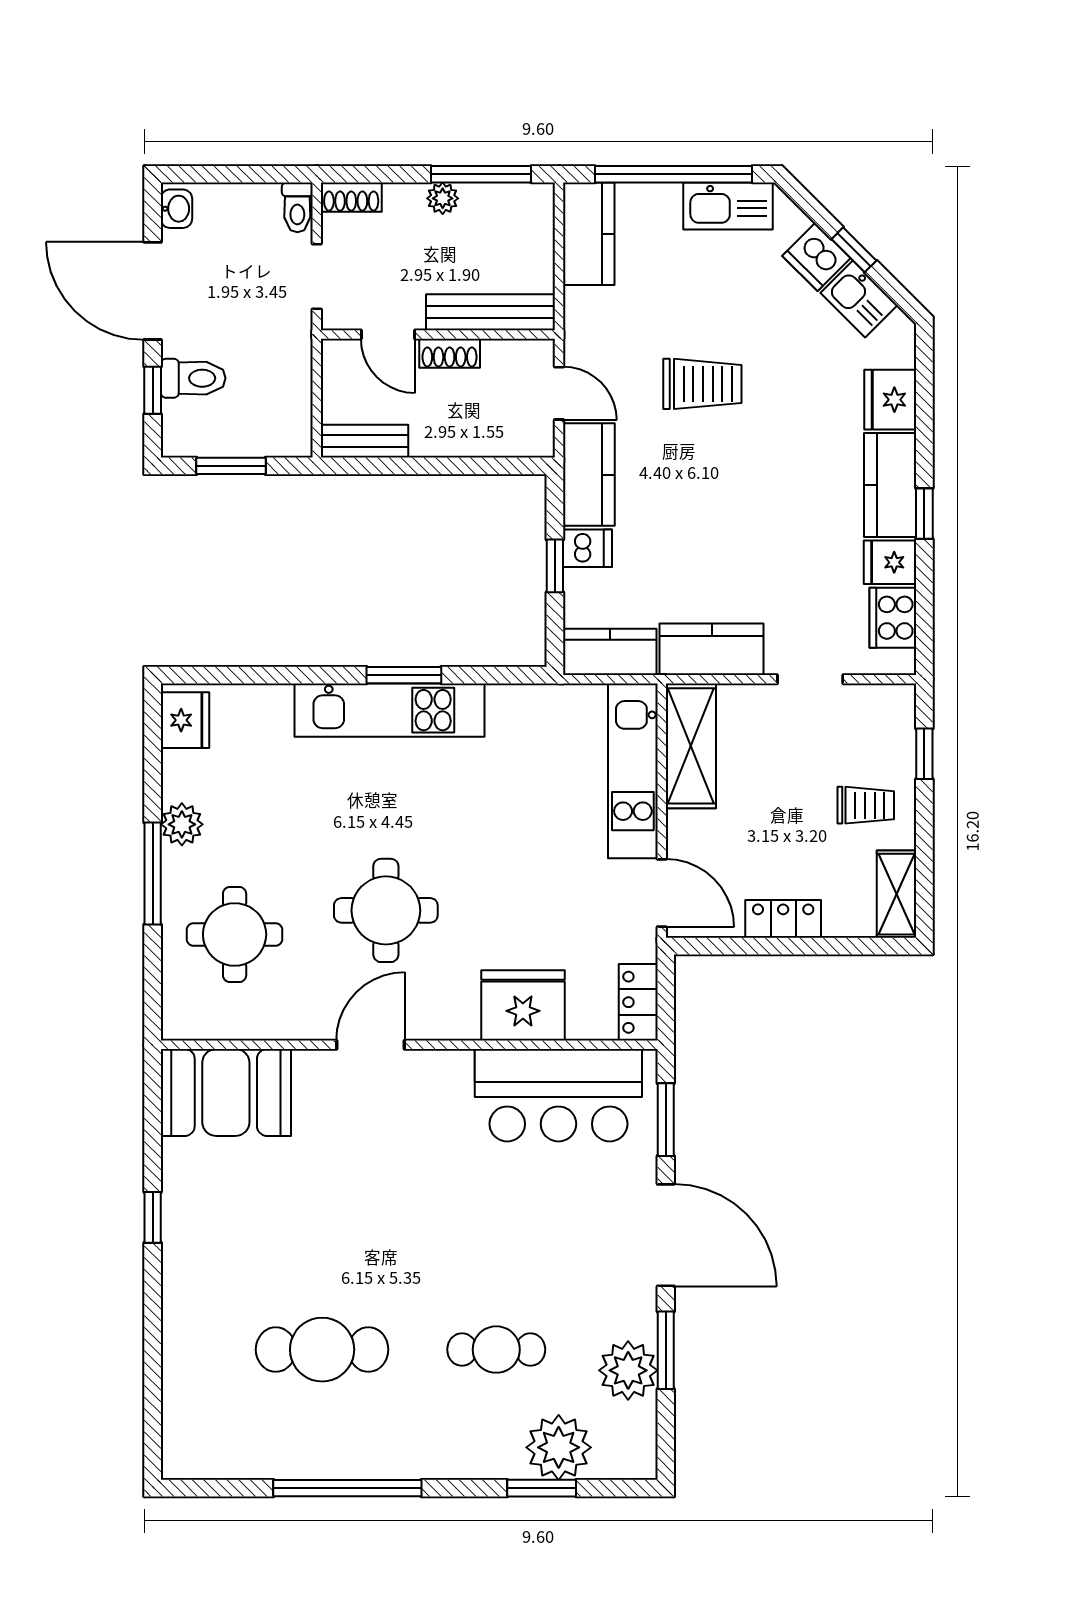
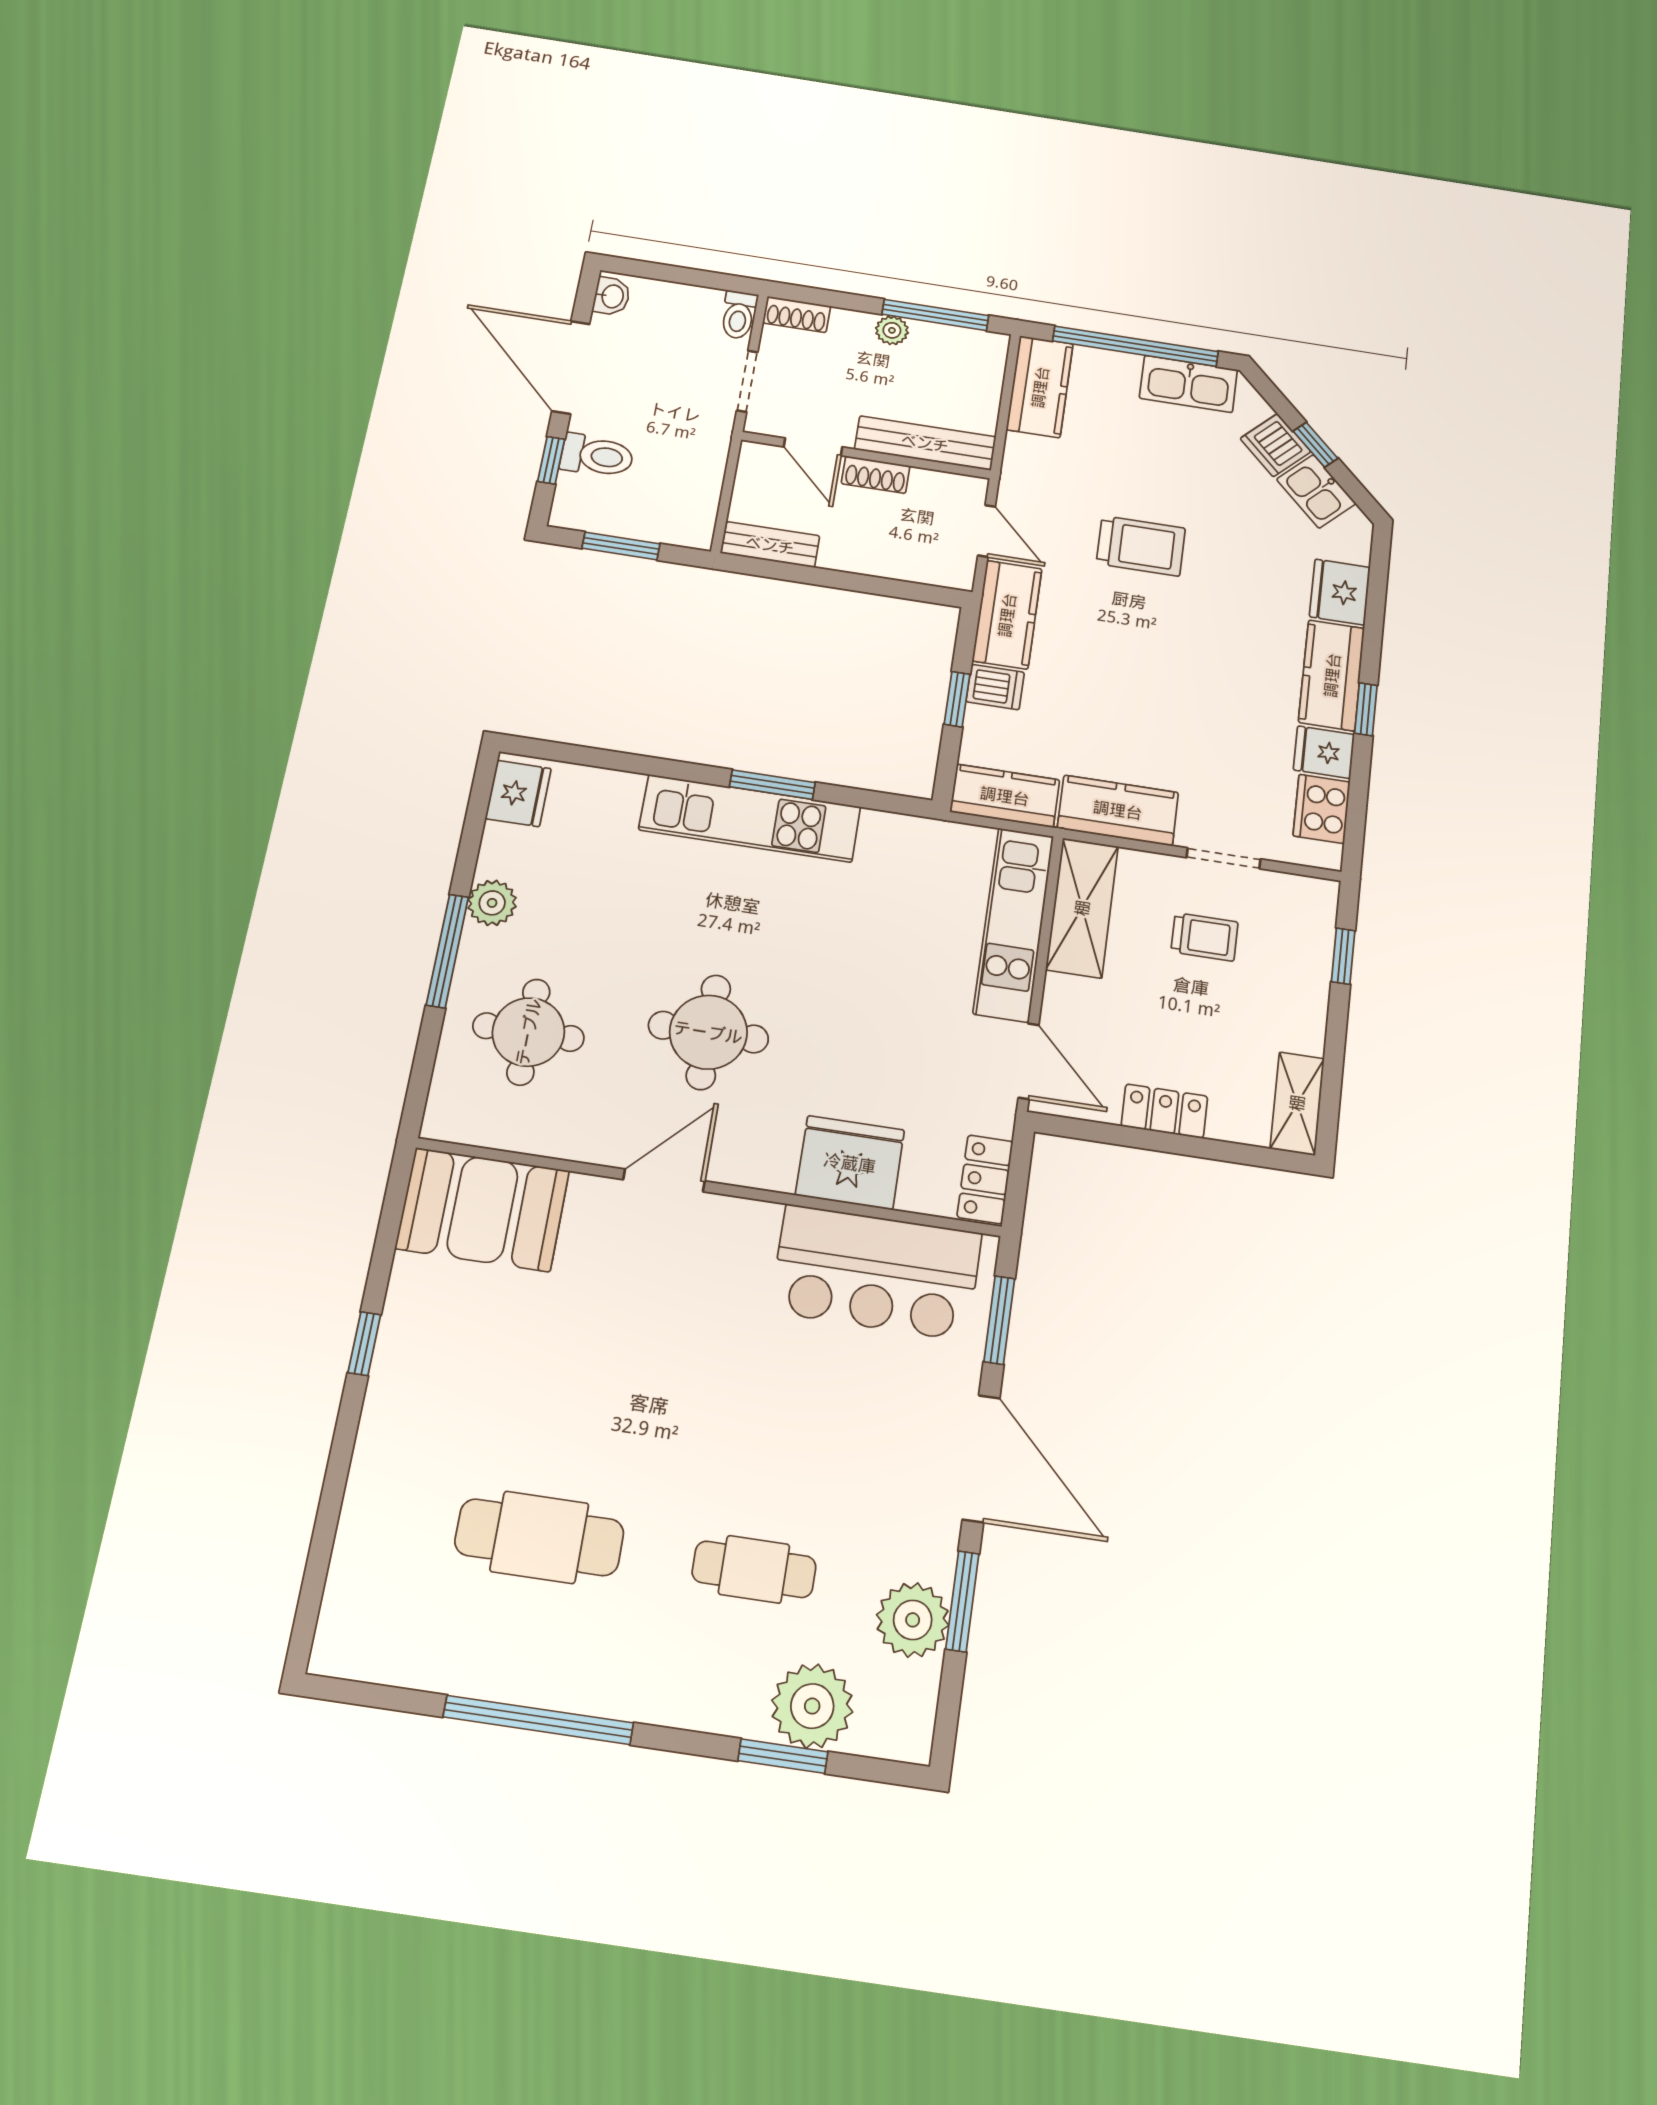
trolley: (866, 805) -> (1204, 937), moved

